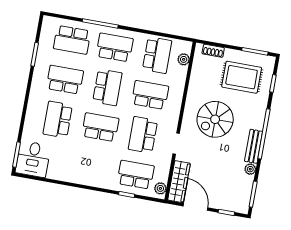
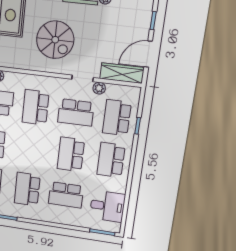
school desk: (107, 87) -> (111, 160), moved, turned -90
desk: (33, 159) -> (107, 206), moved
plant: (160, 188) -> (99, 88), moved

